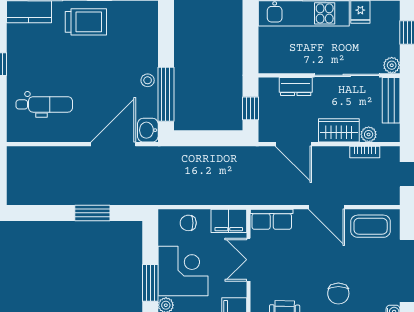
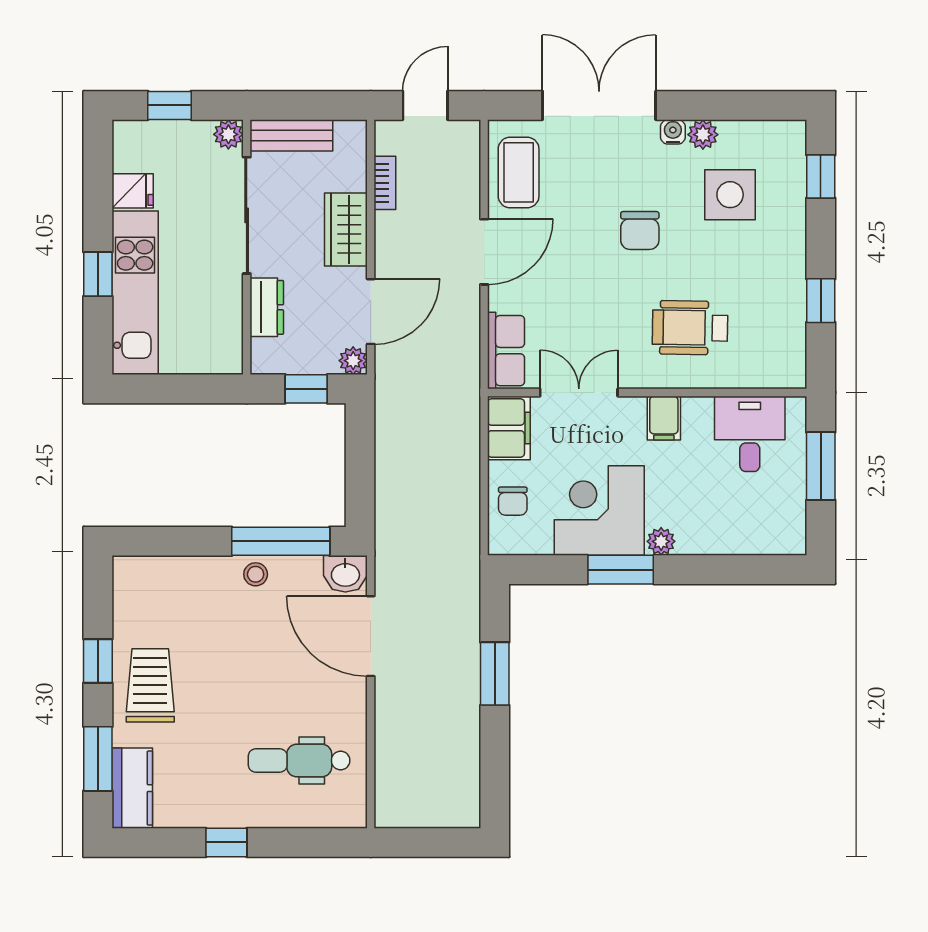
dental chair: (44, 104) -> (299, 760), turned -90
plant: (369, 134) -> (353, 361), moved
double door: (248, 260) -> (579, 392), swing flipped
chair: (338, 293) -> (640, 231), turned 90

